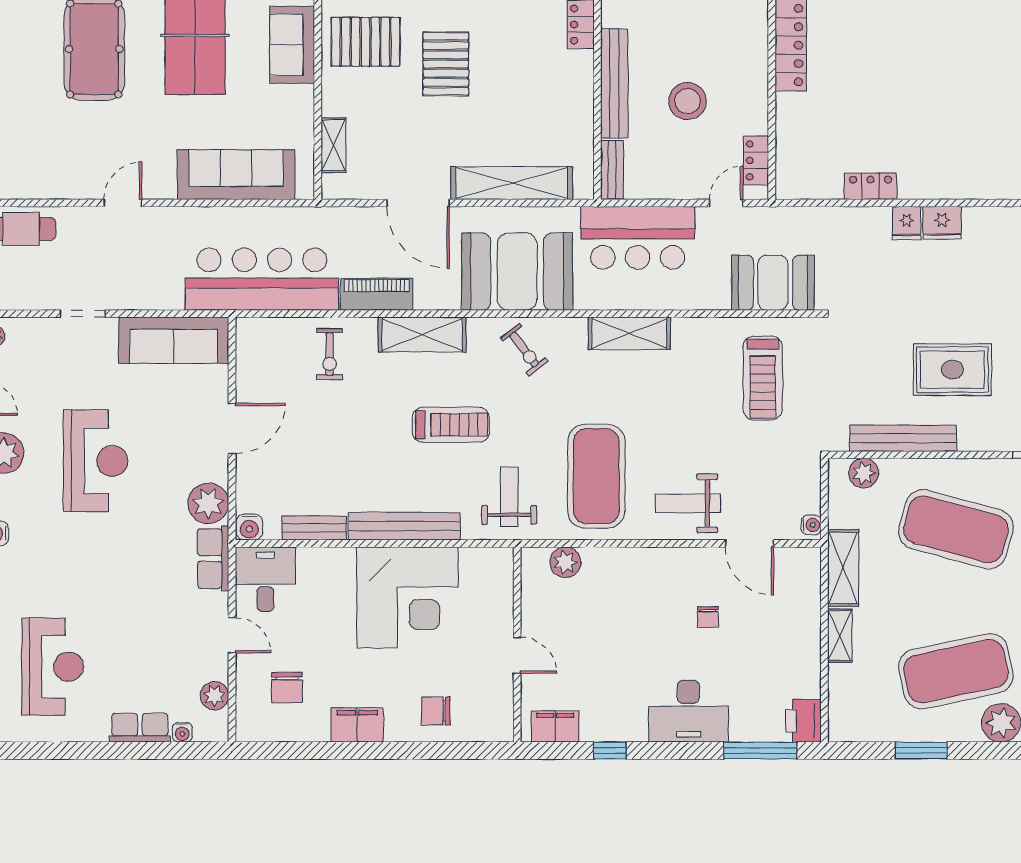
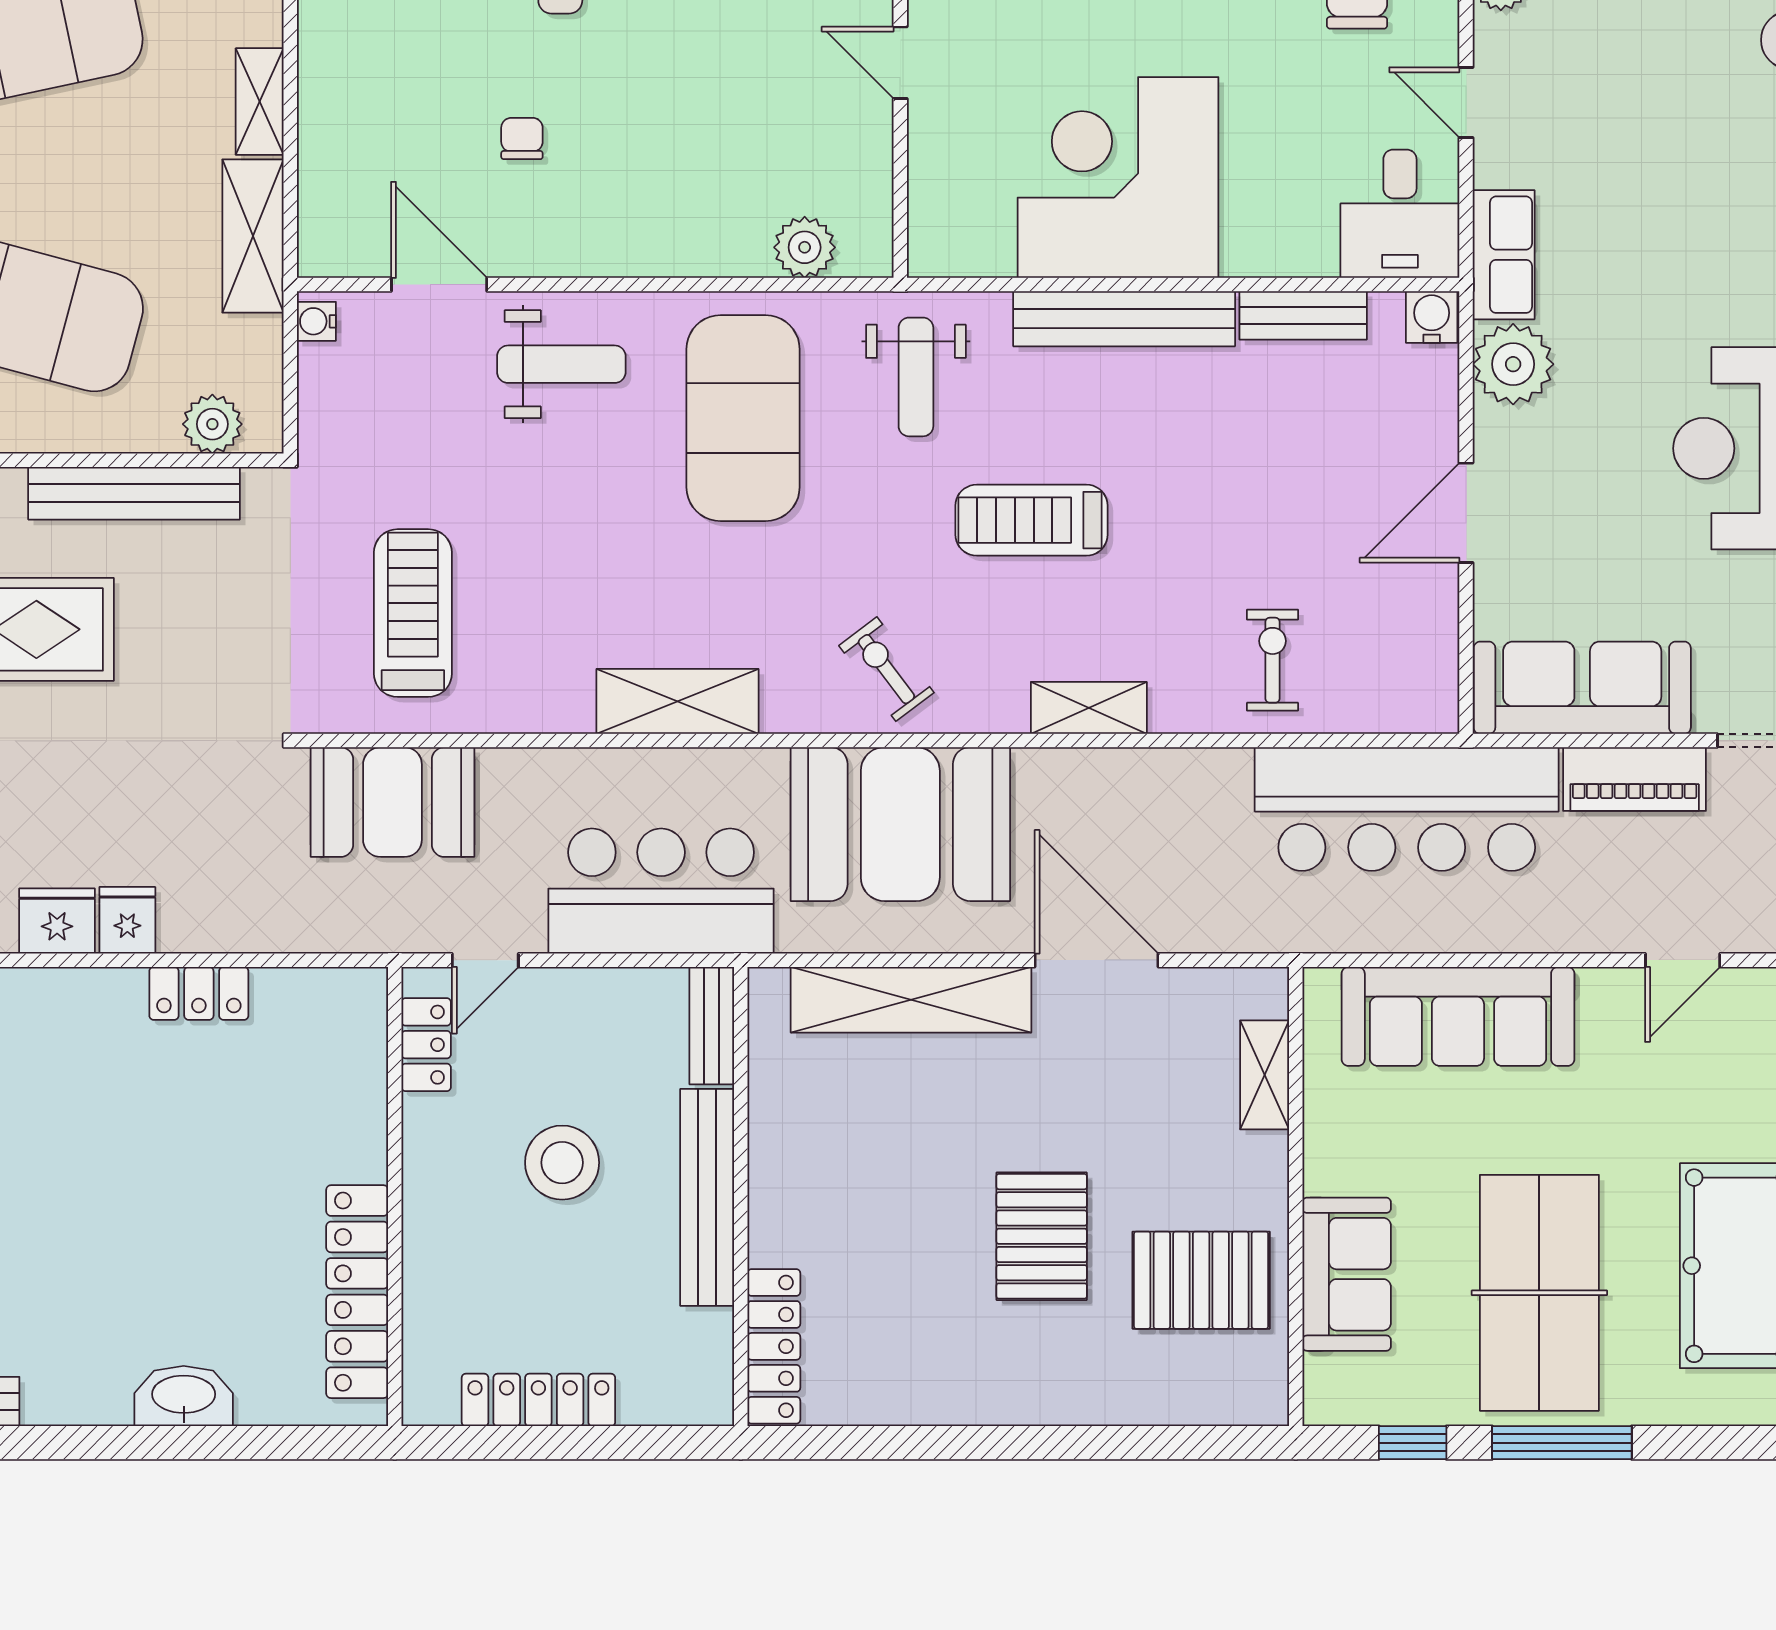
piano: (377, 294) -> (1635, 779), moved
shelving: (422, 335) -> (1089, 708), width x0.67, depth x0.75

